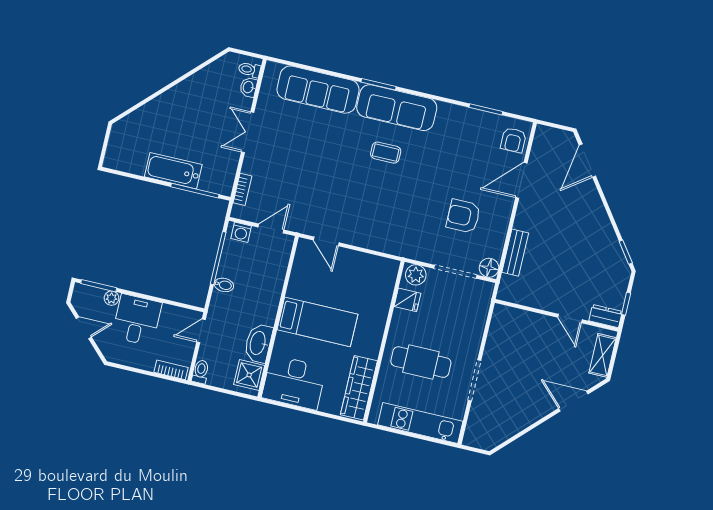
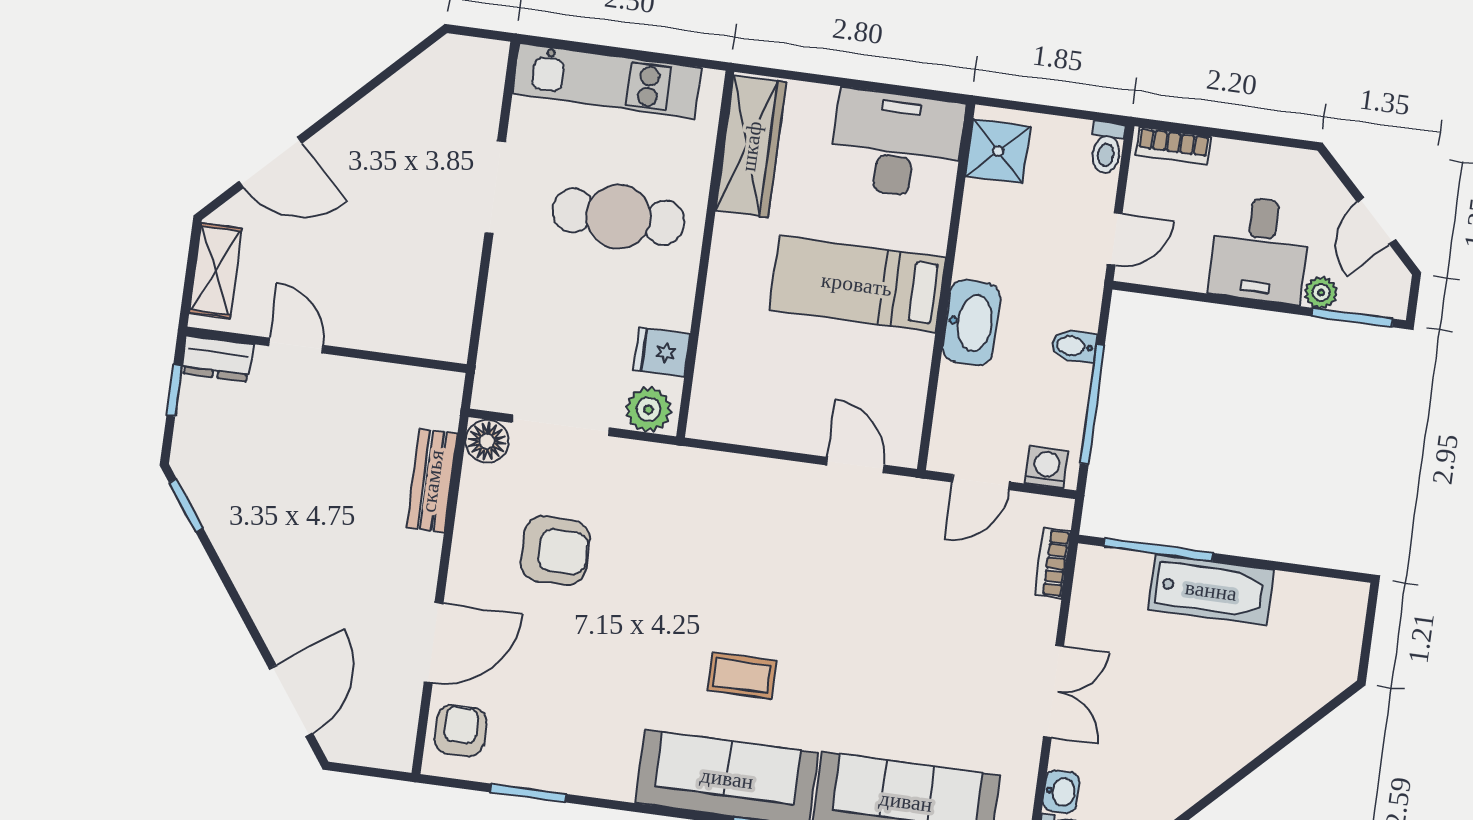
door: (84, 328) -> (1376, 221), hinge flipped
washbasin: (258, 343) -> (971, 323), moved

